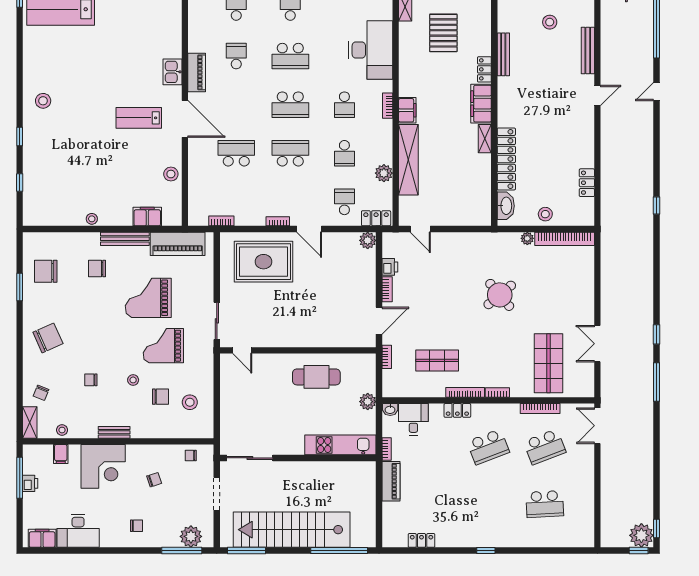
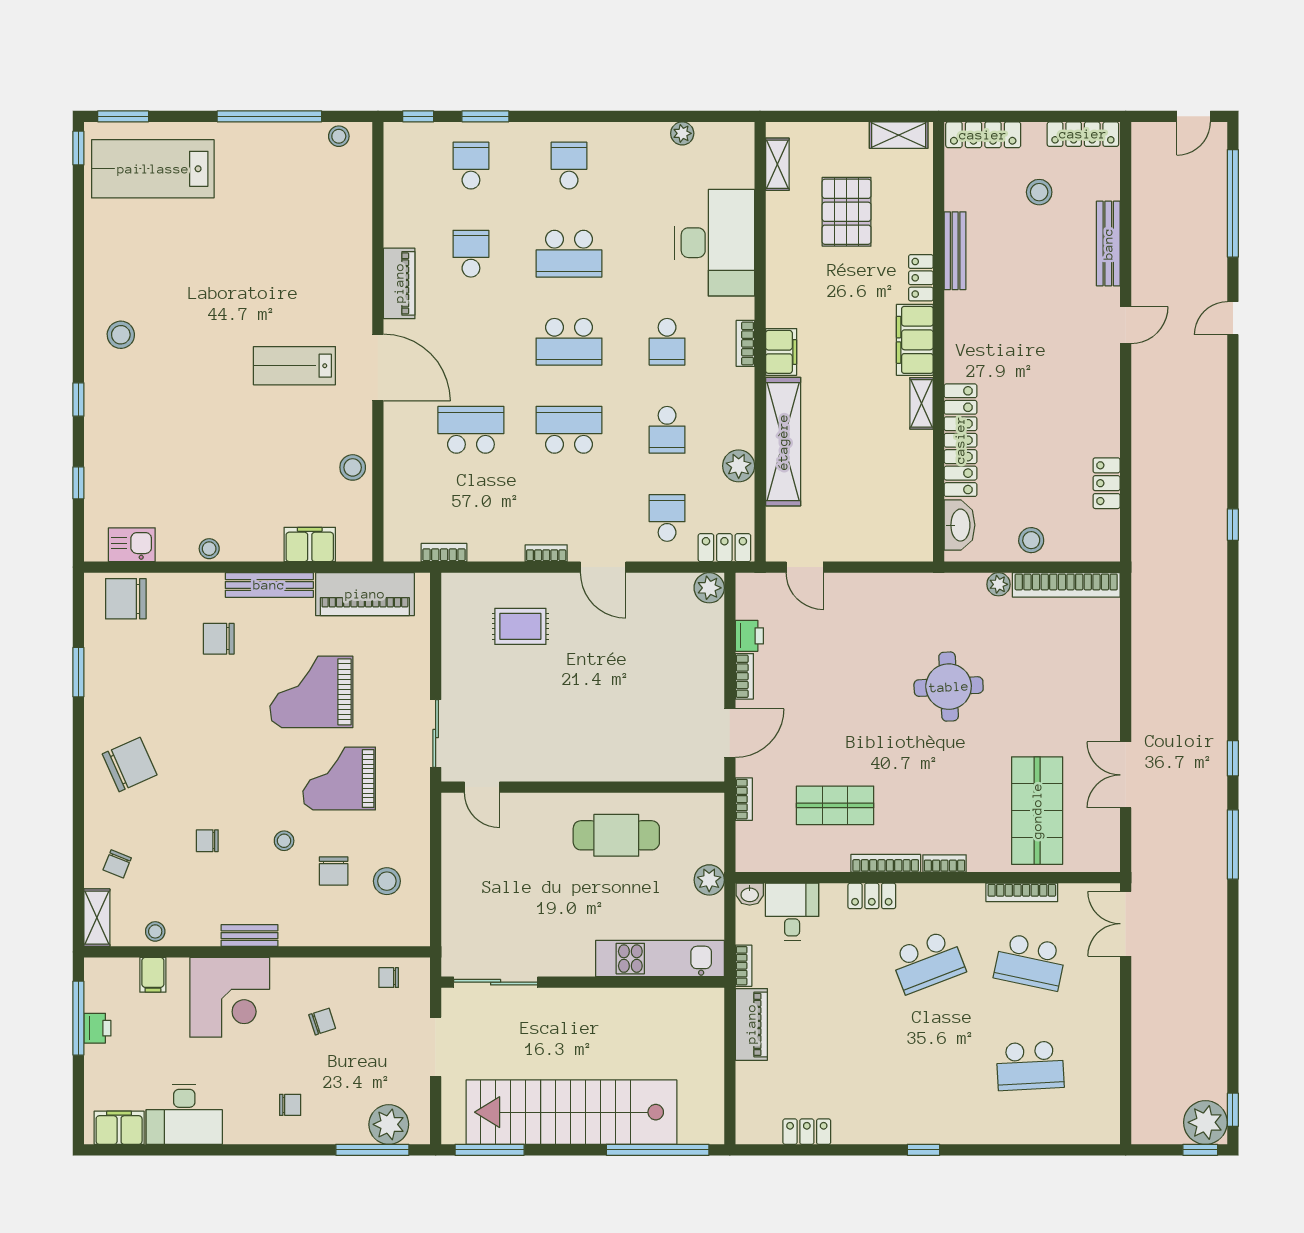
kitchen sink: (173, 72) -> (132, 545), moved, turned 90
rug: (263, 262) -> (520, 626), width x0.54, depth x0.49
chair: (46, 271) -> (126, 599), moved
round table: (500, 295) -> (949, 687), turned 37
chair: (160, 397) -> (334, 871), turned 90
school desk: (545, 447) -> (1030, 962), turned 33

